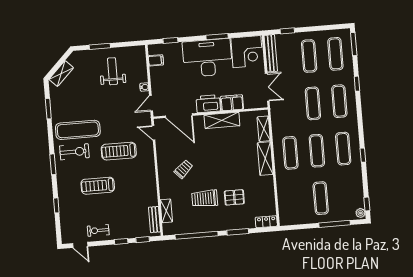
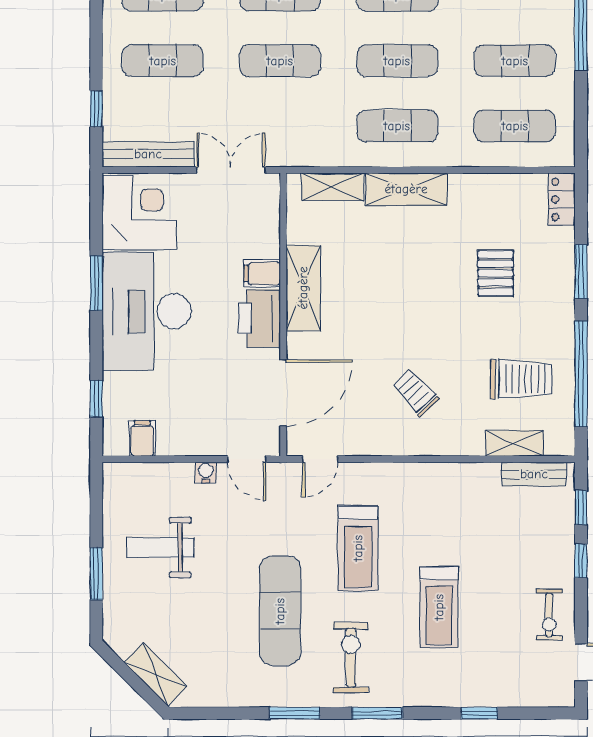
filing cabinet: (232, 103) -> (262, 273), width x0.50
window: (48, 109) -> (295, 713), moved
exercise mat: (78, 130) -> (280, 611), moved
trolley: (205, 198) -> (521, 379), moved, turned -90
exercise mat: (294, 200) -> (515, 126), added

